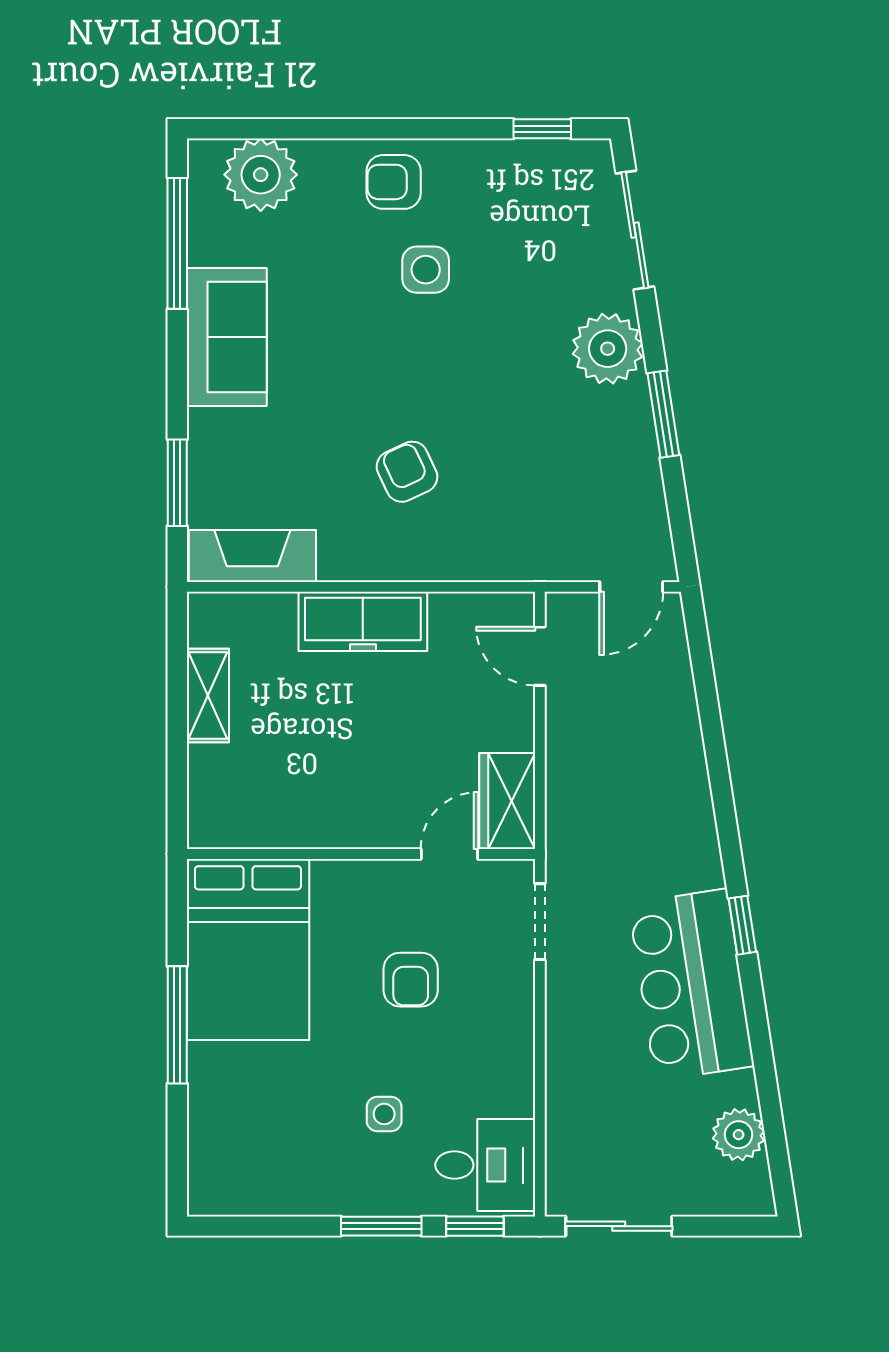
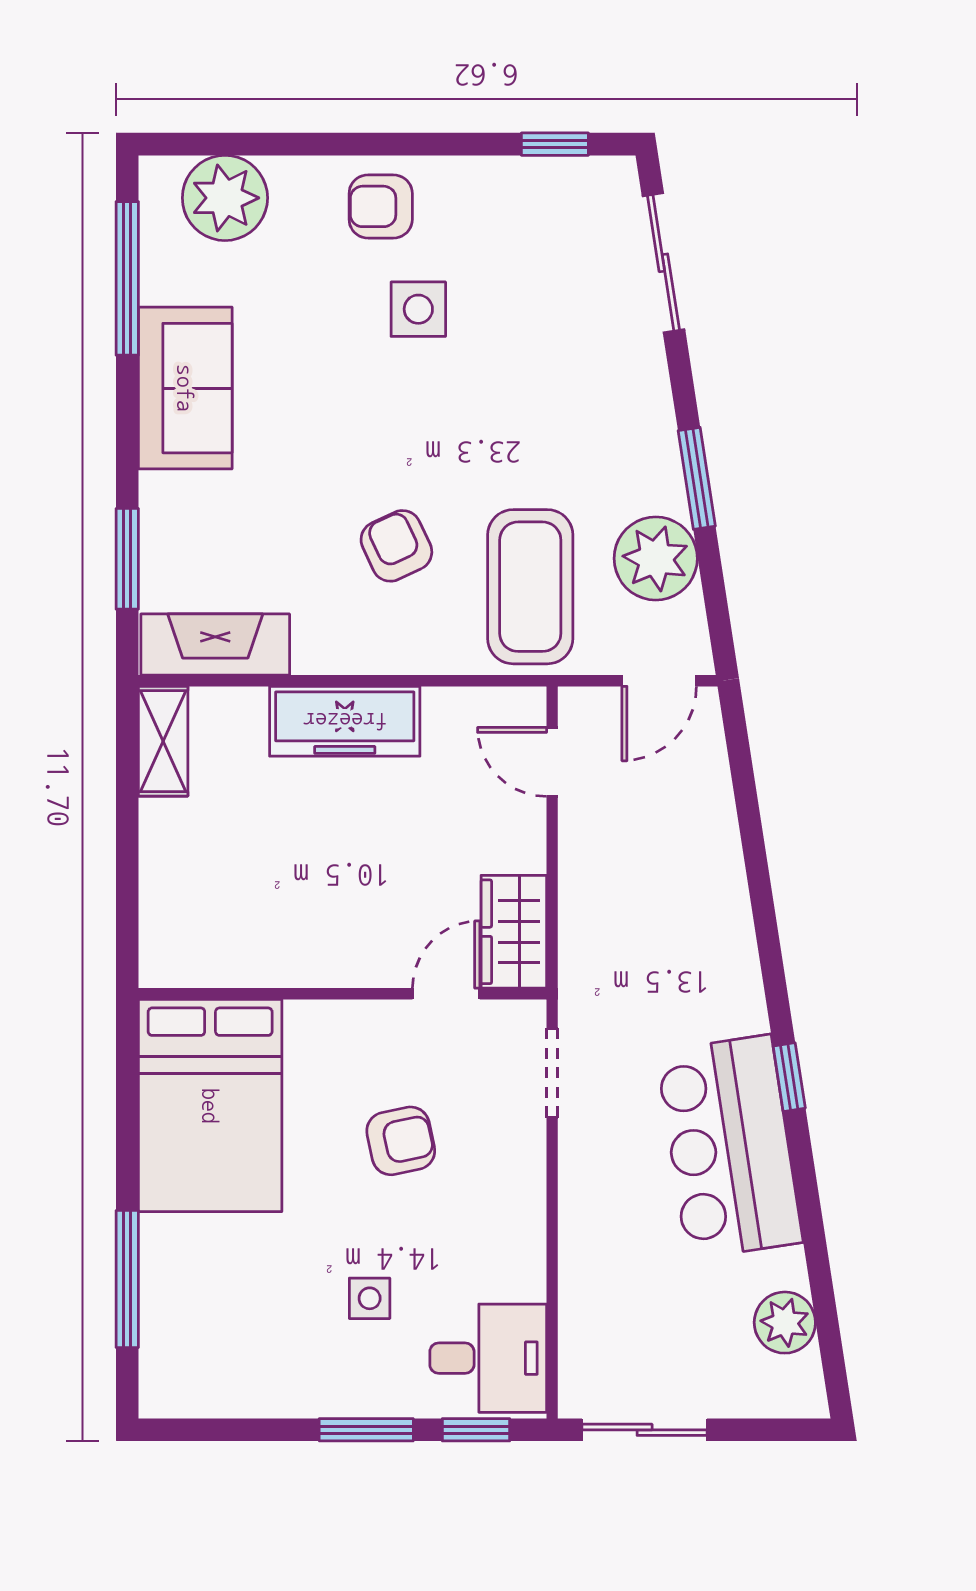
plant: (608, 349) -> (656, 558), moved
coffee table: (521, 507) -> (530, 587), added
shelving: (208, 696) -> (163, 741), moved
armchair: (411, 980) -> (401, 1141), turned -102
window: (177, 1025) -> (127, 1279), moved

